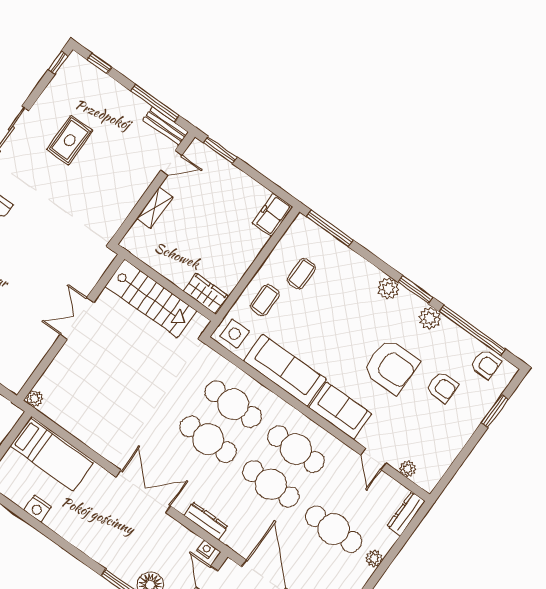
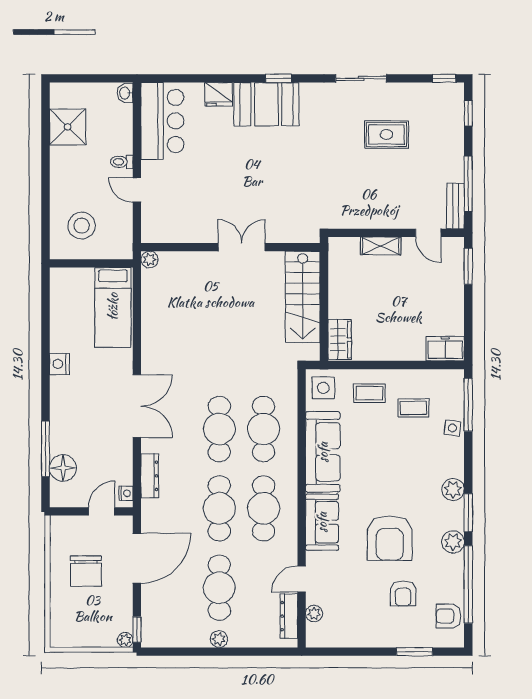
side table: (339, 254) -> (452, 428), added
armchair: (486, 364) -> (448, 616), turned 89
nightstand: (38, 508) -> (59, 364), moved
dresser: (406, 514) -> (289, 616), moved, turned -90

